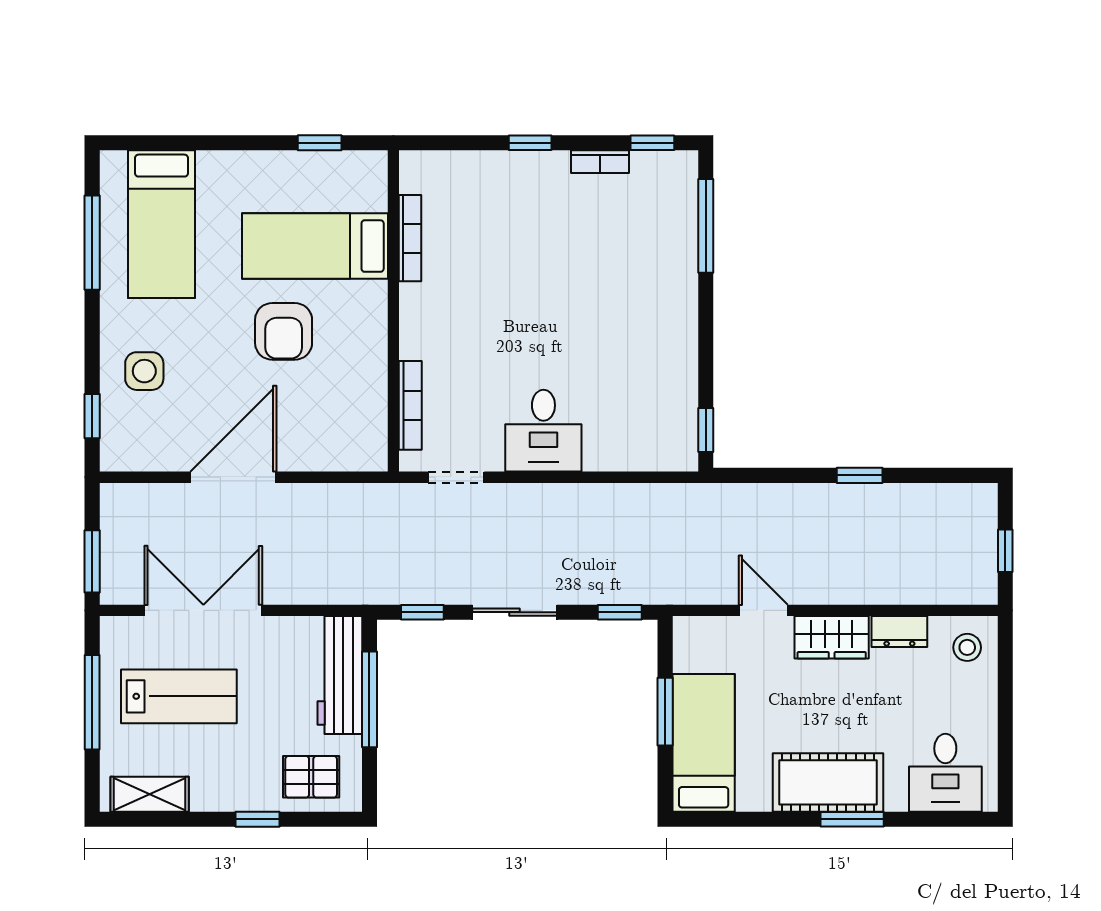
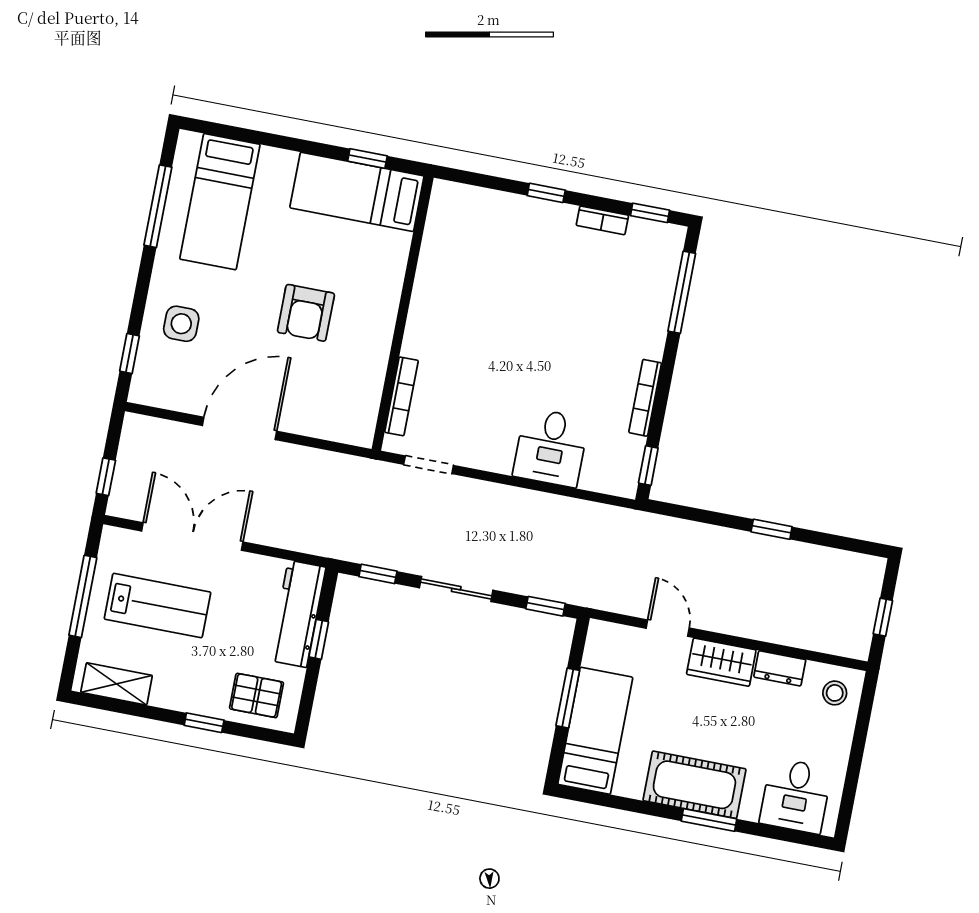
bookcase: (410, 238) -> (645, 398), moved, turned 180
bed: (315, 246) -> (357, 192), moved
desk: (543, 431) -> (551, 447), moved
window: (92, 561) -> (106, 477), width x0.67
window: (369, 699) -> (319, 639), width x0.46

